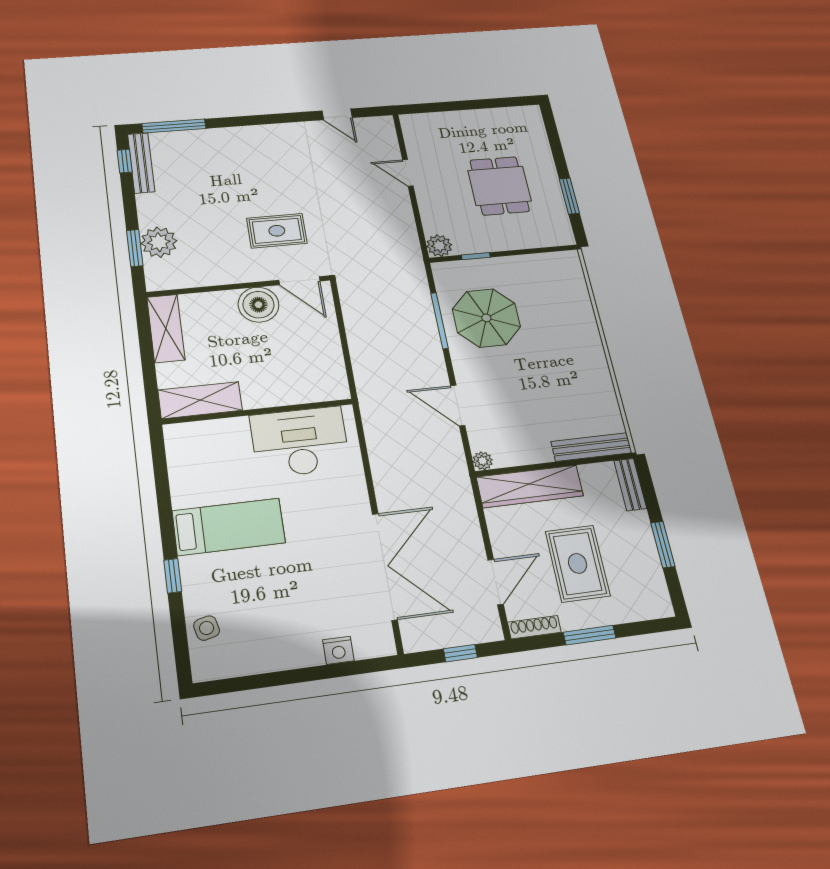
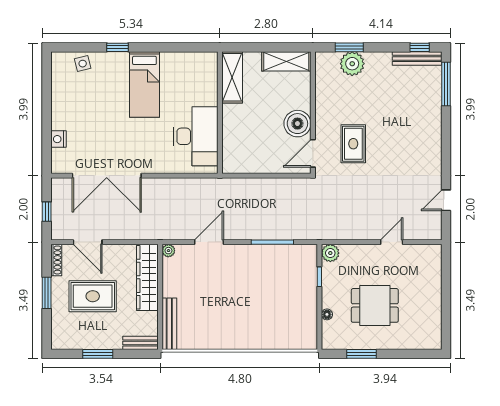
floor lamp: (526, 242) -> (327, 314), added
parasol: (486, 318) -> (271, 274), removed

